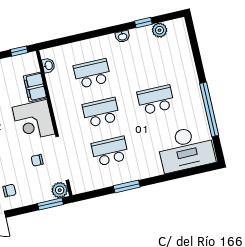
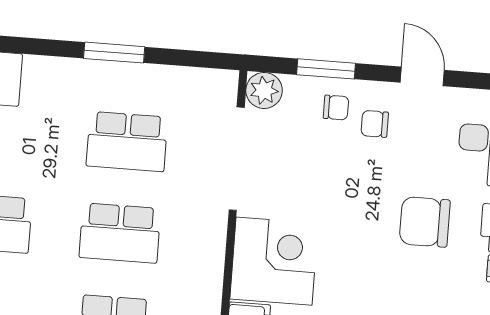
chair: (37, 160) -> (336, 108), moved
window: (50, 204) -> (326, 69), moved

